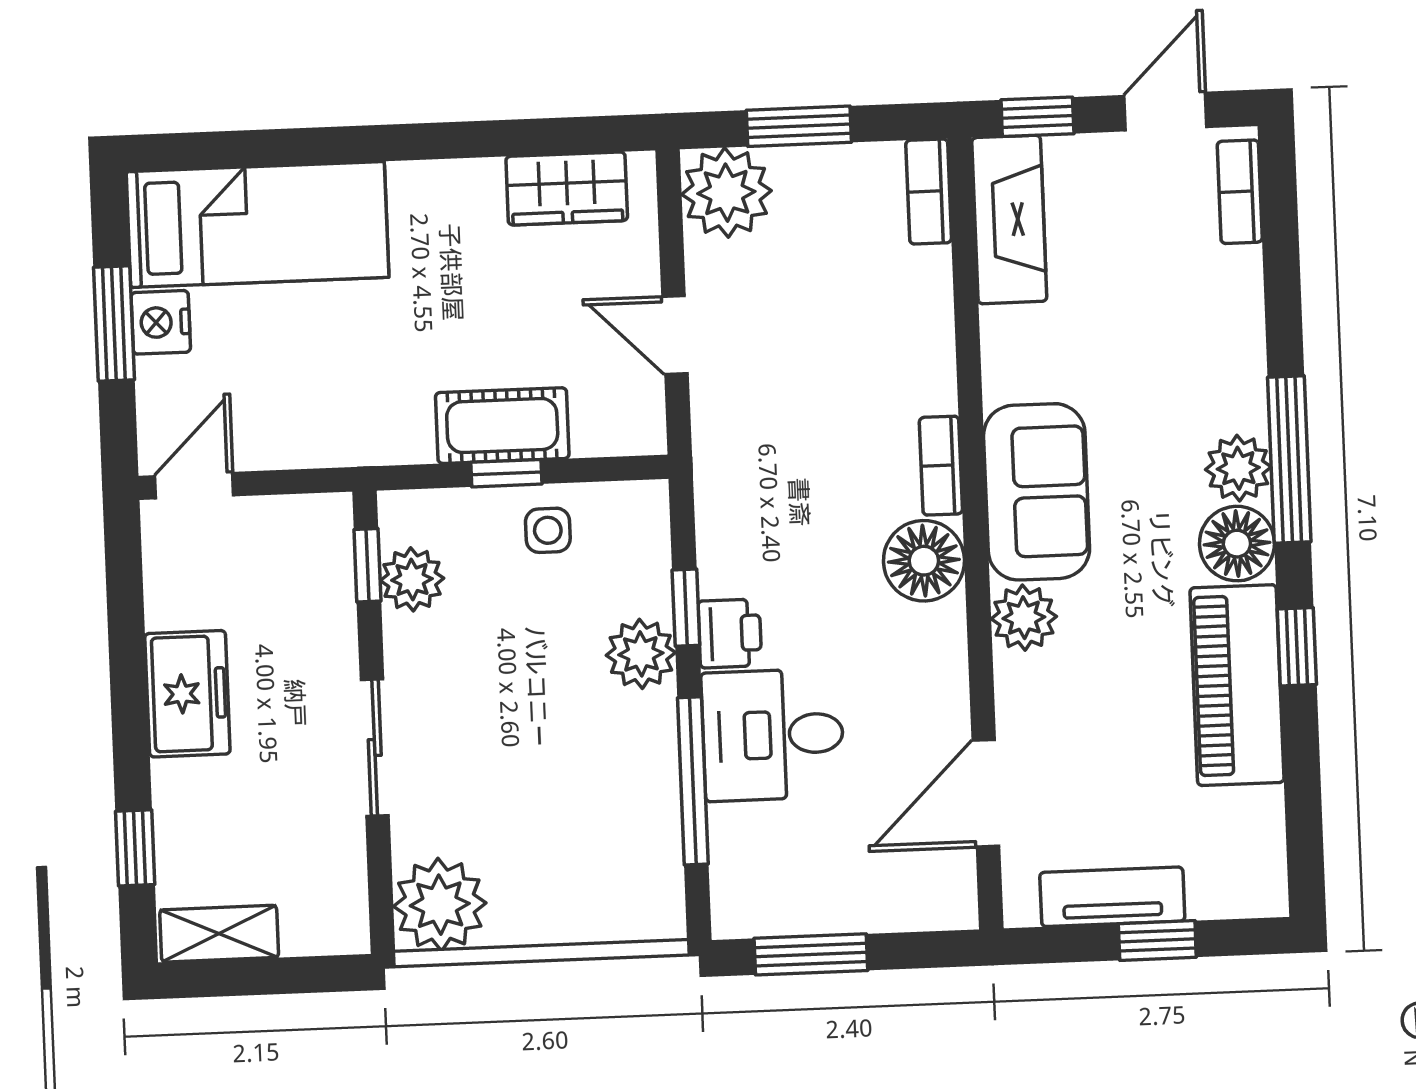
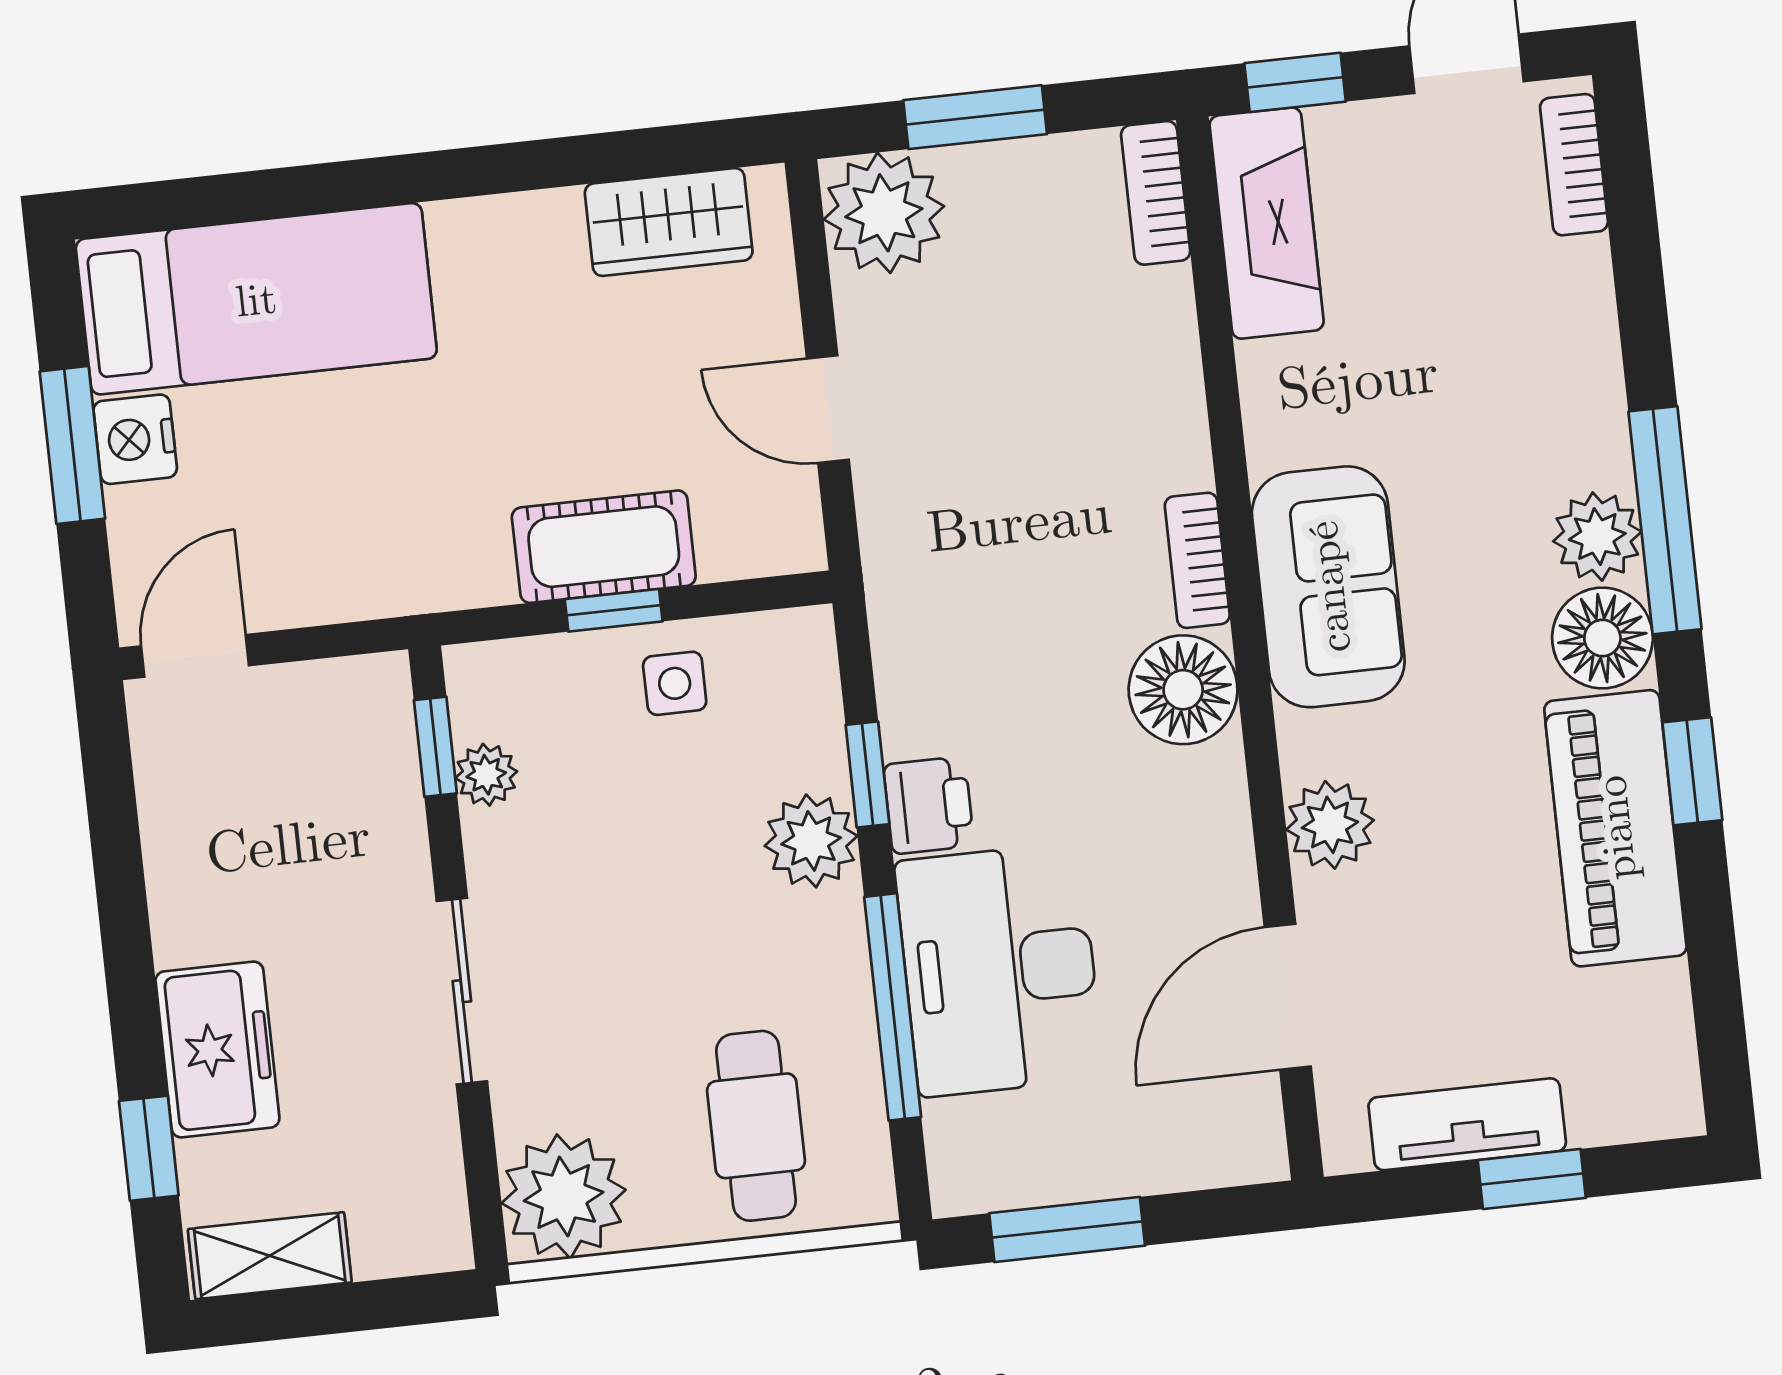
plant: (412, 579) -> (486, 775), width x0.73, depth x0.73
plant: (1024, 618) -> (1330, 825), moved
freezer: (187, 694) -> (217, 1049), moved
desk: (773, 735) -> (999, 970), width x1.37
cafe table: (586, 862) -> (756, 1126), added

